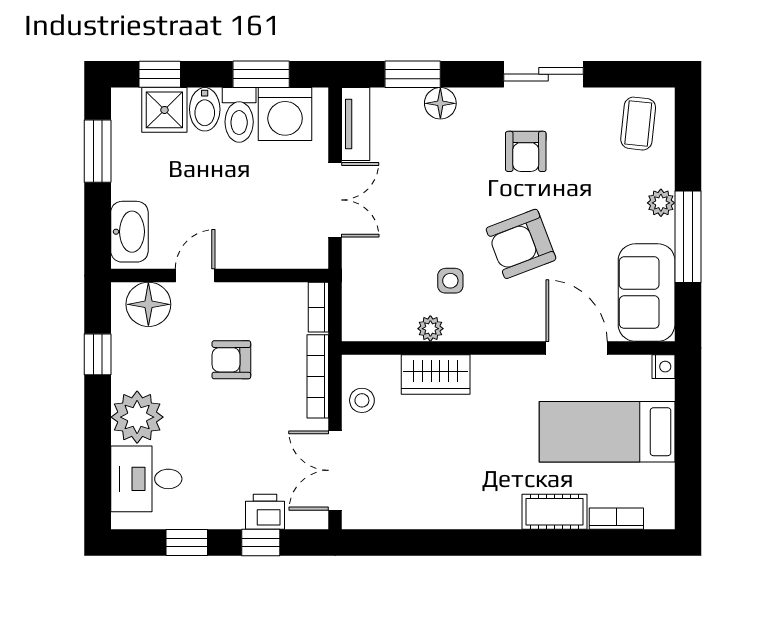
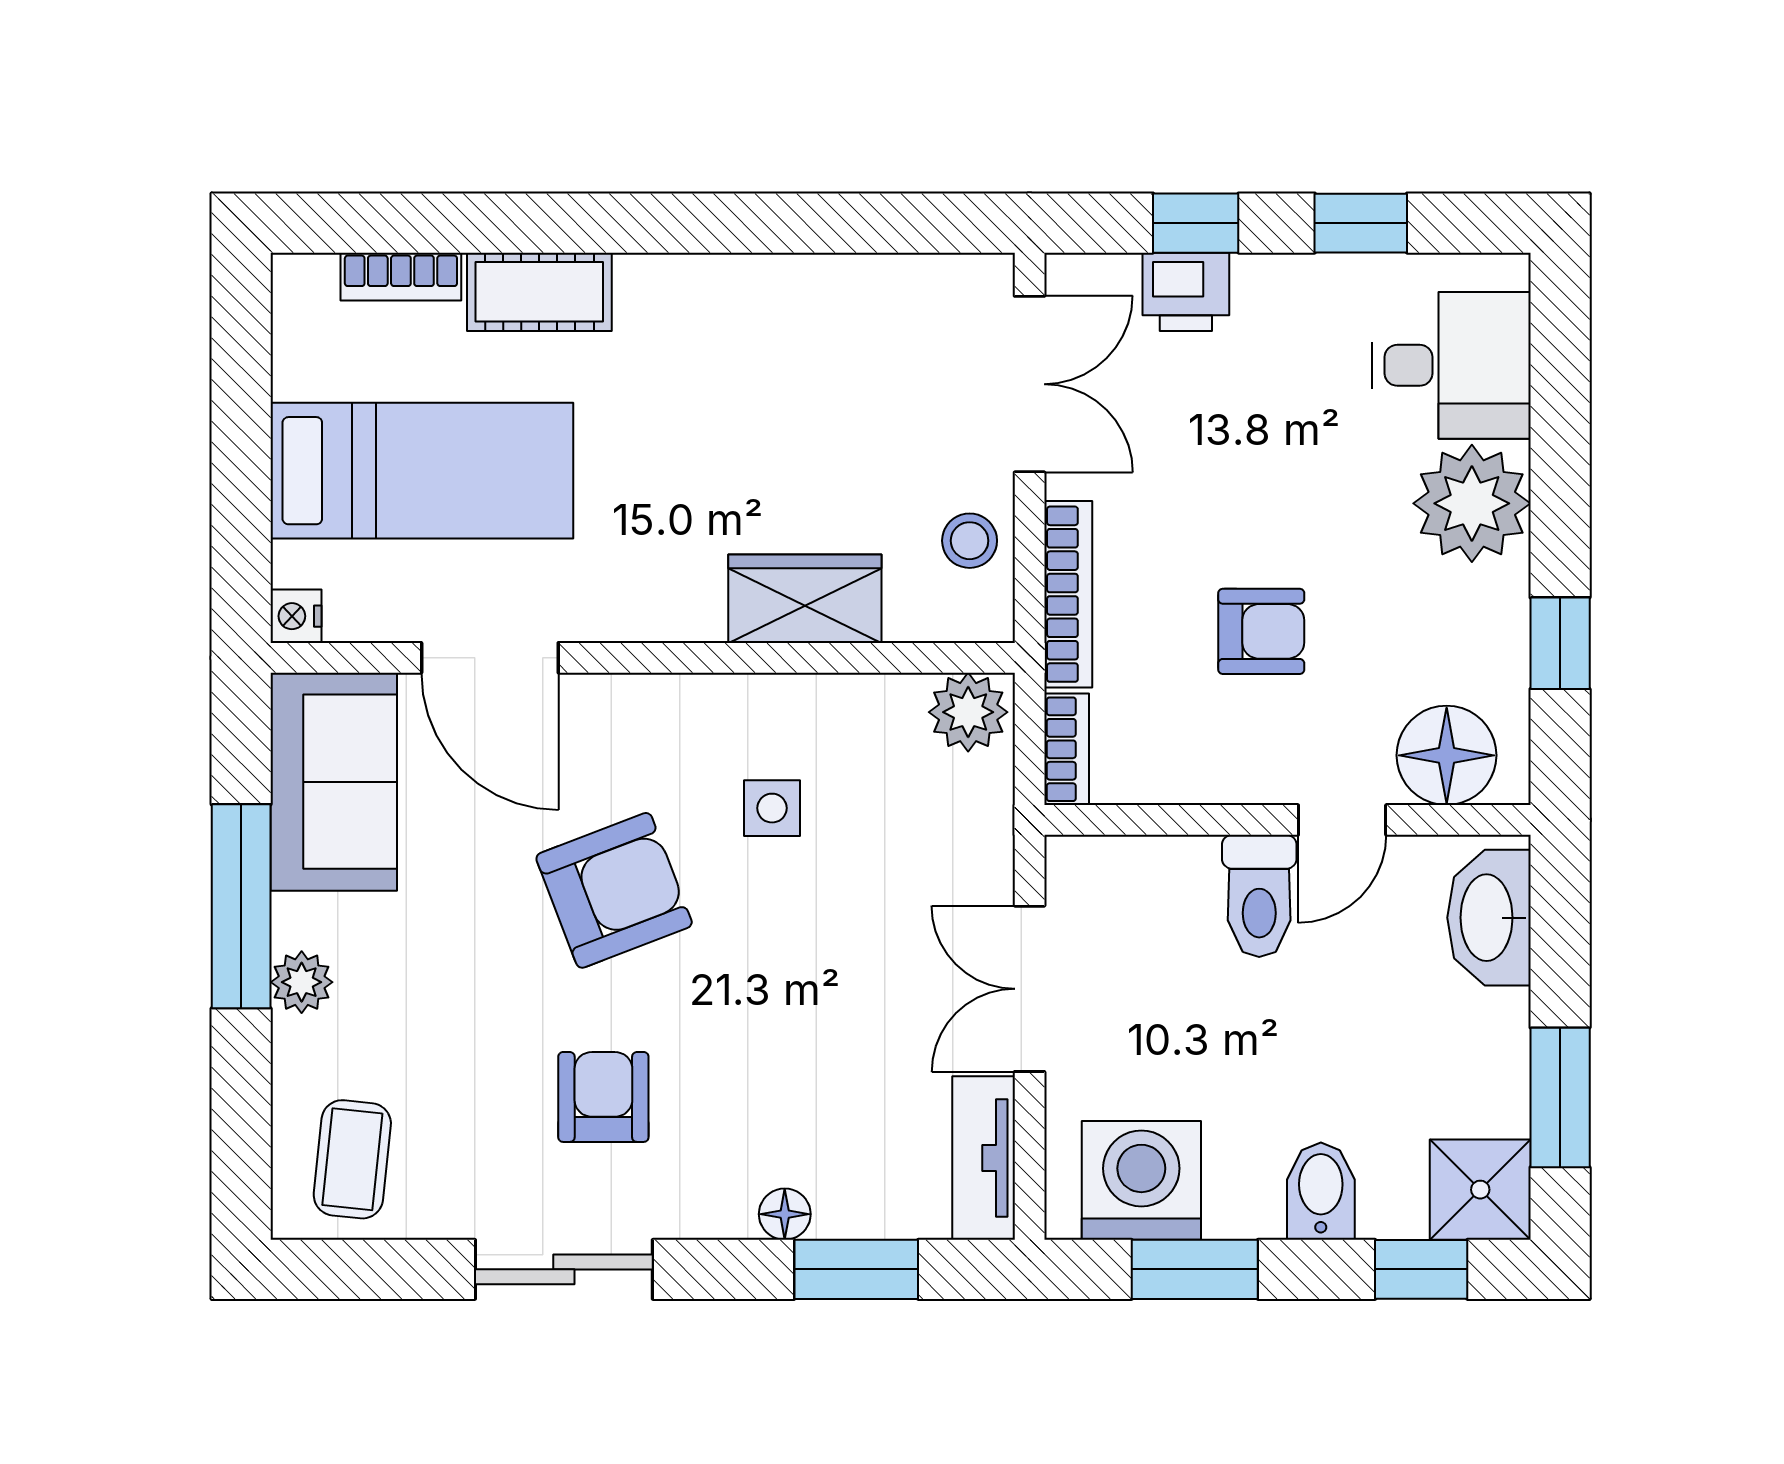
floor lamp: (440, 103) -> (785, 1214), width x0.73, depth x0.73
shower: (164, 110) -> (1480, 1190), moved
toilet: (239, 115) -> (1259, 896), moved, turned 180
plant: (430, 329) -> (968, 712), moved, width x1.38, depth x1.38

